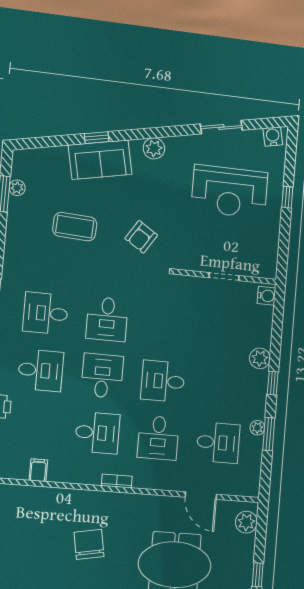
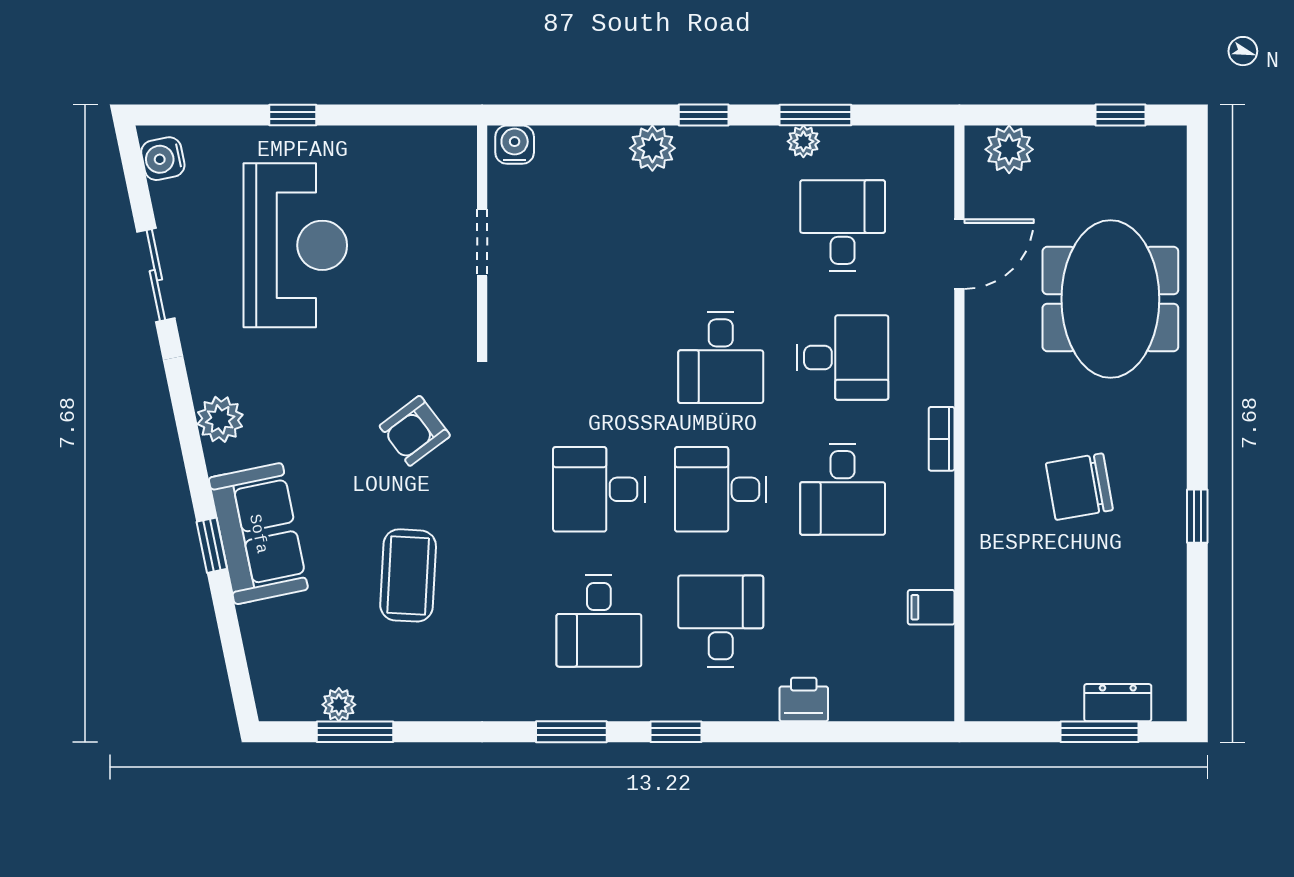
armchair: (141, 237) -> (415, 431), turned 110
desk: (107, 319) -> (599, 489), turned 180
desk: (97, 433) -> (843, 489), turned 180

